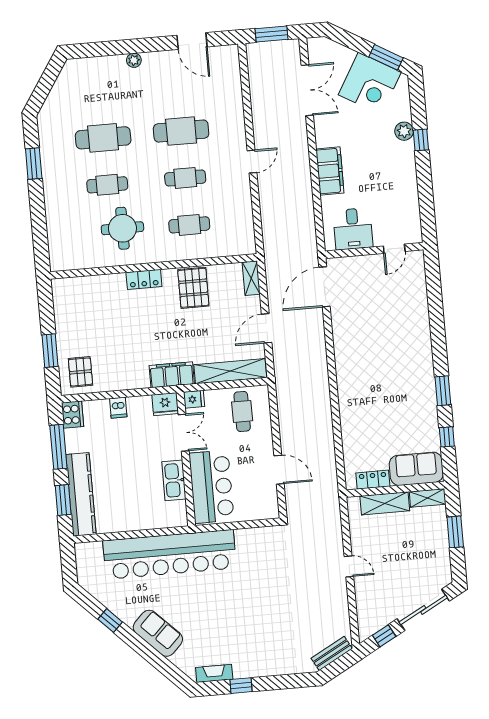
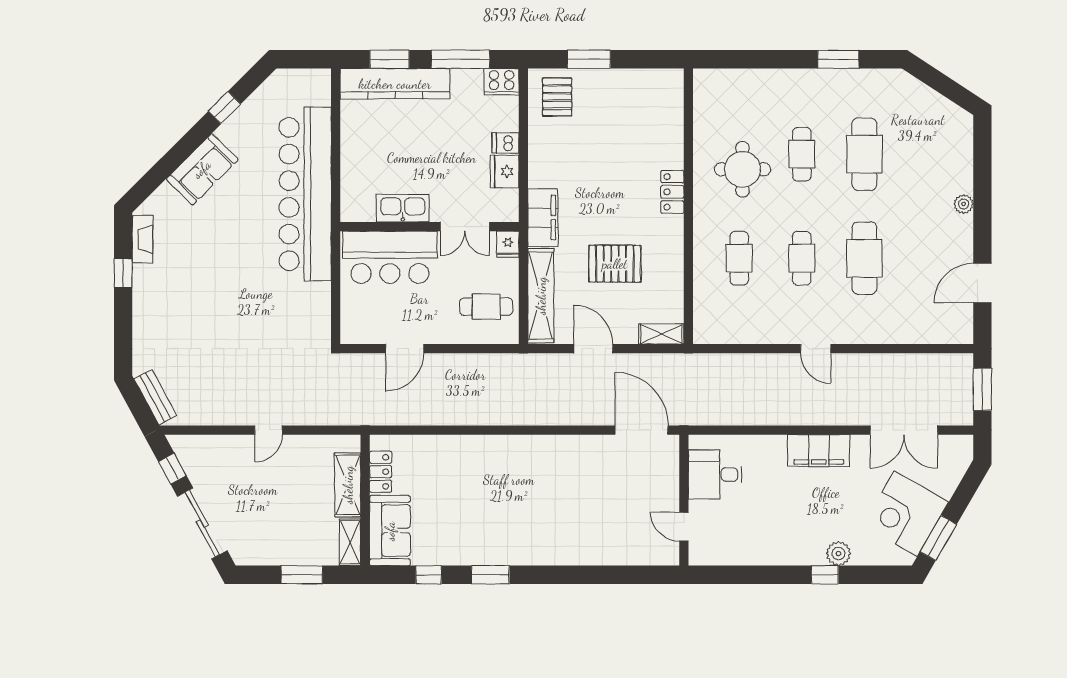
filing cabinet: (330, 171) -> (819, 451), moved
pallet: (193, 288) -> (615, 264), moved
pallet: (80, 372) -> (557, 97), turned 90
fridge: (165, 404) -> (505, 172), moved

